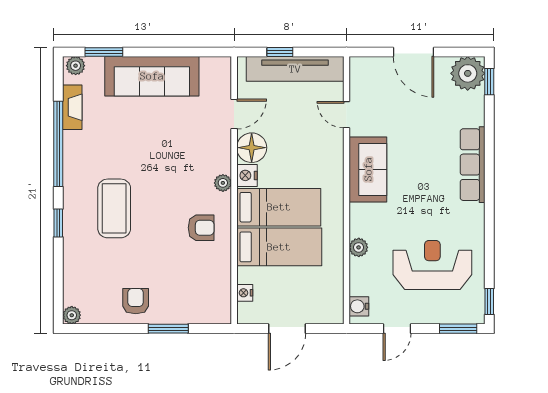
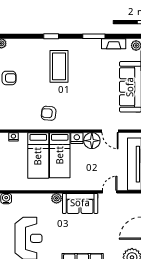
window: (58, 144) -> (94, 36), width x0.47
plant: (223, 183) -> (73, 125), removed
coffee table: (114, 208) -> (59, 66), turned 90
armchair: (201, 228) -> (49, 113), turned 96
plant: (359, 247) -> (56, 198), moved

